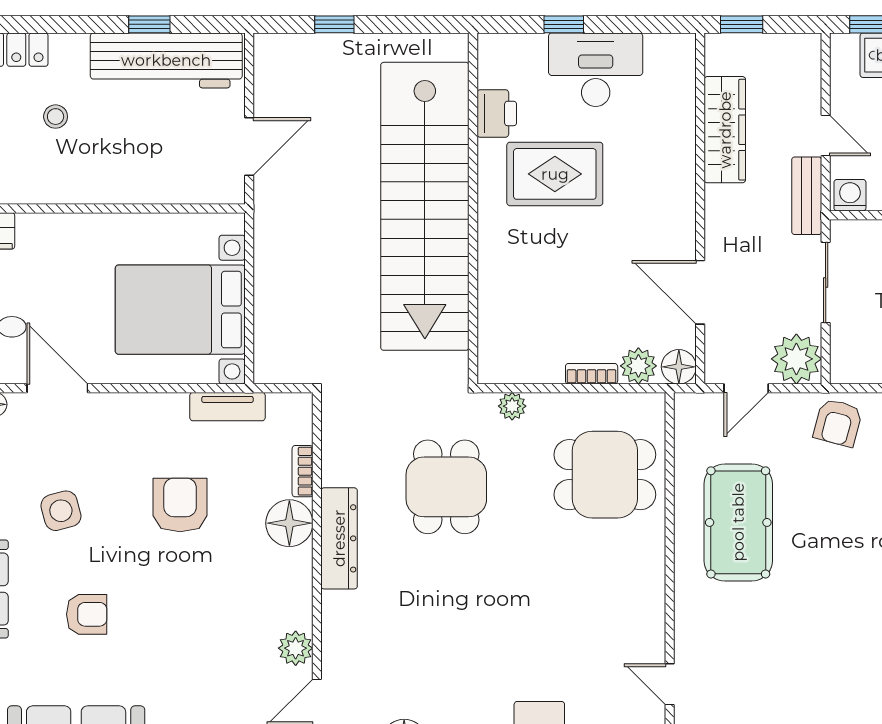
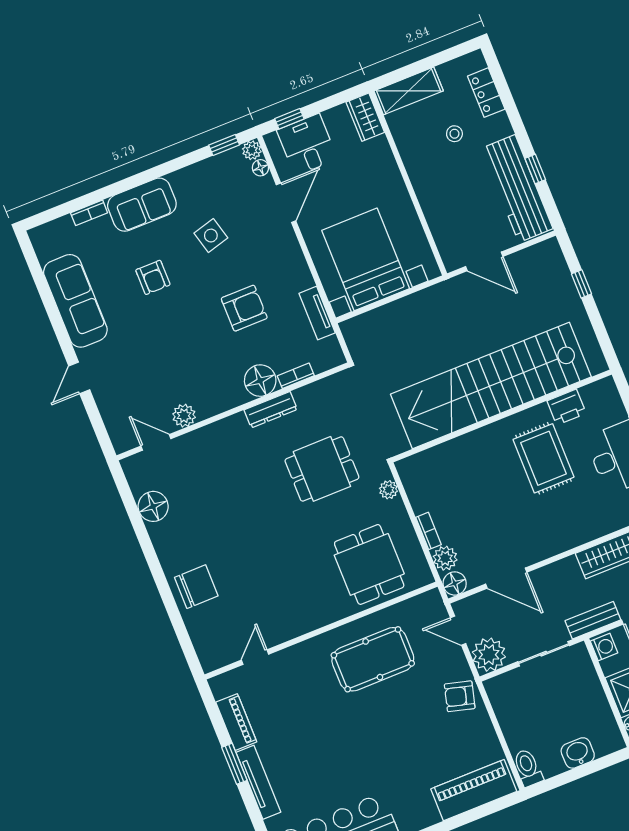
door: (700, 292) -> (506, 578), swing flipped
dresser: (339, 538) -> (271, 410), width x0.73, depth x0.80

